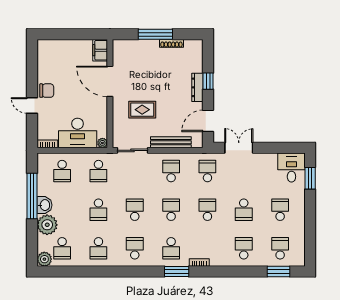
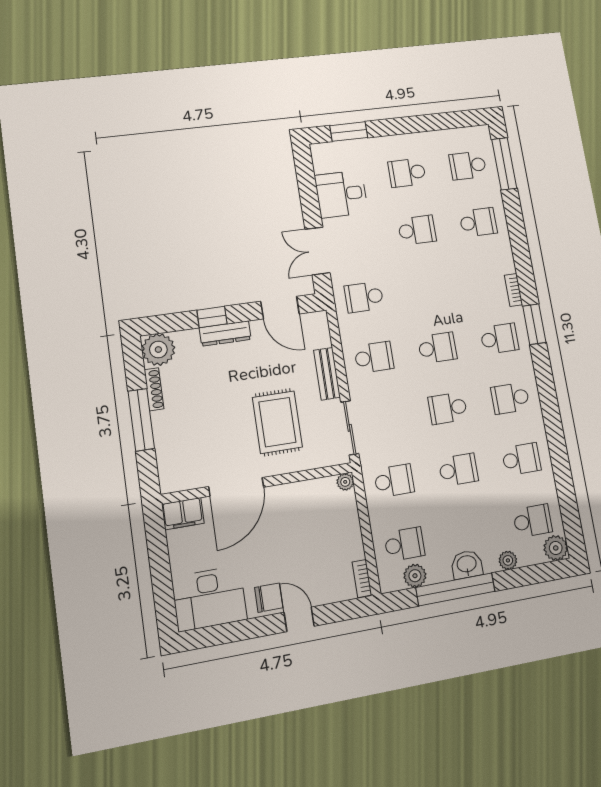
plant: (194, 49) -> (158, 350), added
chair: (47, 91) -> (269, 598), turned 90
door: (32, 106) -> (299, 619), swing flipped
rug: (142, 110) -> (277, 422), width x1.36, depth x1.43
desk: (78, 133) -> (209, 598), moved, turned 90
bench: (171, 142) -> (327, 374), width x0.73
desk: (291, 168) -> (341, 194), moved
school desk: (171, 171) -> (374, 357), turned 180
plant: (44, 174) -> (415, 576), added
school desk: (171, 210) -> (437, 348), turned 180
school desk: (207, 210) -> (427, 288), removed
plant: (47, 225) -> (508, 560), width x0.53, depth x0.53
school desk: (244, 248) -> (478, 222), turned 180
window: (279, 272) -> (504, 164), width x1.44

